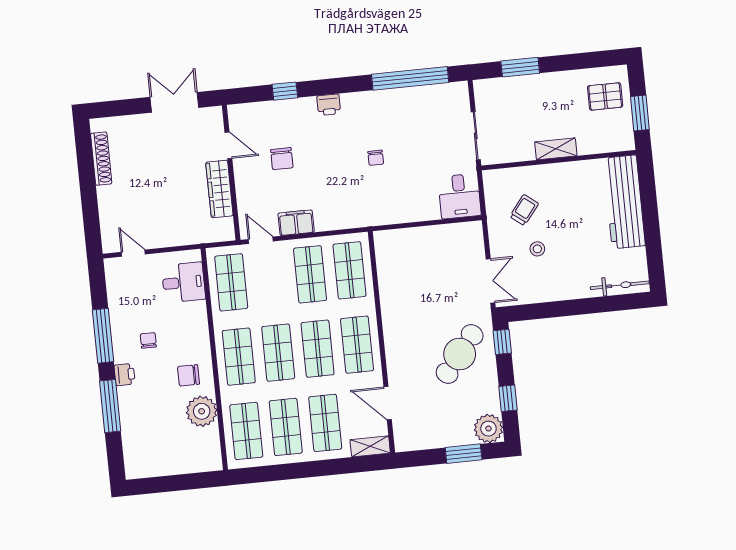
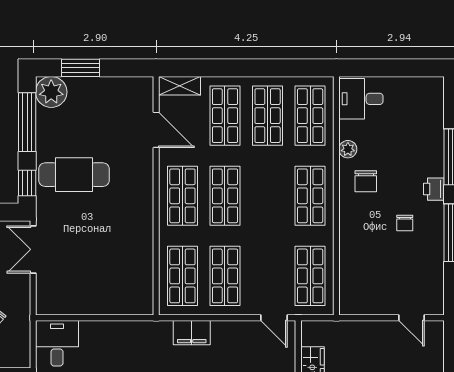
filing cabinet: (296, 223) -> (192, 333), moved
desk: (184, 282) -> (361, 99), moved
shop shelf: (278, 353) -> (268, 196), removed
cafe table: (460, 354) -> (74, 175), turned 51
chair: (188, 375) -> (366, 181), turned 90
window: (508, 398) -> (27, 122), width x2.17
plant: (202, 411) -> (348, 149), width x0.53, depth x0.53

